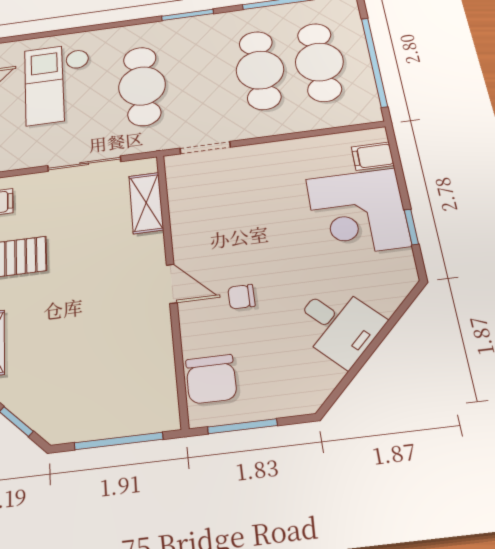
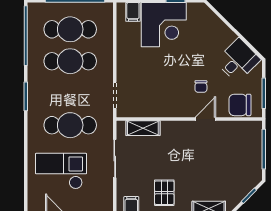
checkout: (58, 84) -> (61, 171), turned 180
door: (172, 284) -> (205, 119), moved
desk: (338, 325) -> (238, 60), moved
chair: (211, 379) -> (240, 105), turned 180

